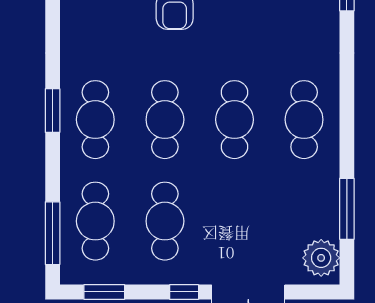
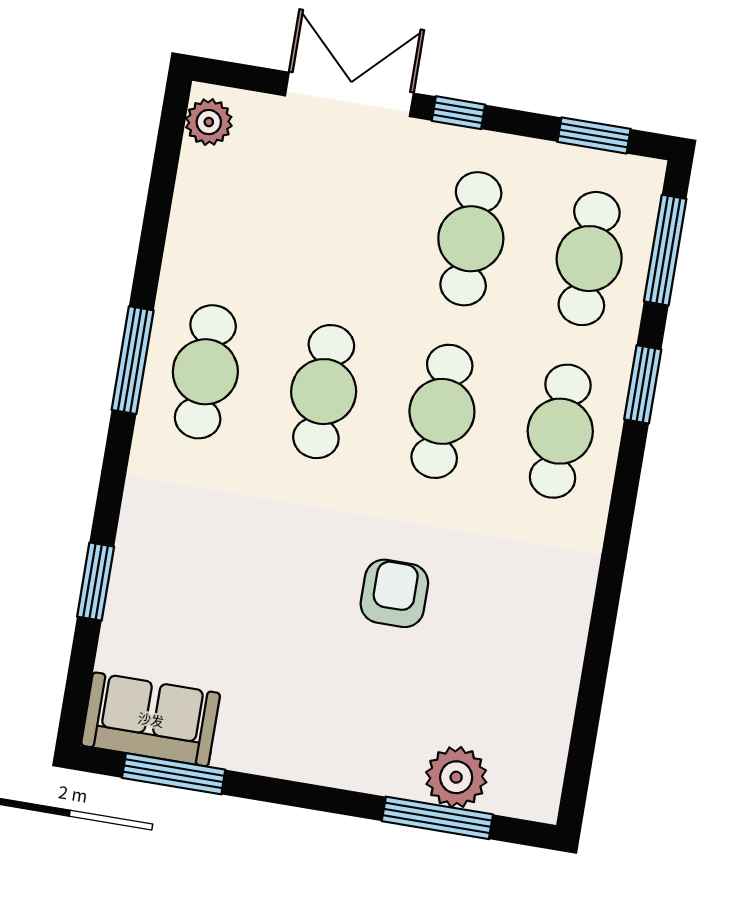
window: (53, 111) -> (643, 384), moved
window: (347, 209) -> (133, 360), moved
plant: (321, 258) -> (209, 122), width x0.73, depth x0.73

